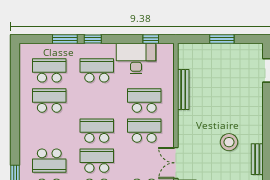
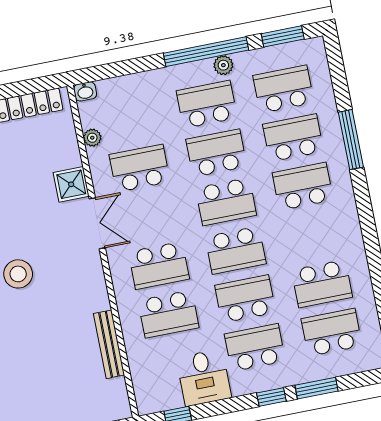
desk: (136, 59) -> (204, 378), width x0.73
school desk: (49, 70) -> (332, 332), turned 180
school desk: (97, 70) -> (255, 348), turned 180
school desk: (97, 100) -> (245, 299), added

